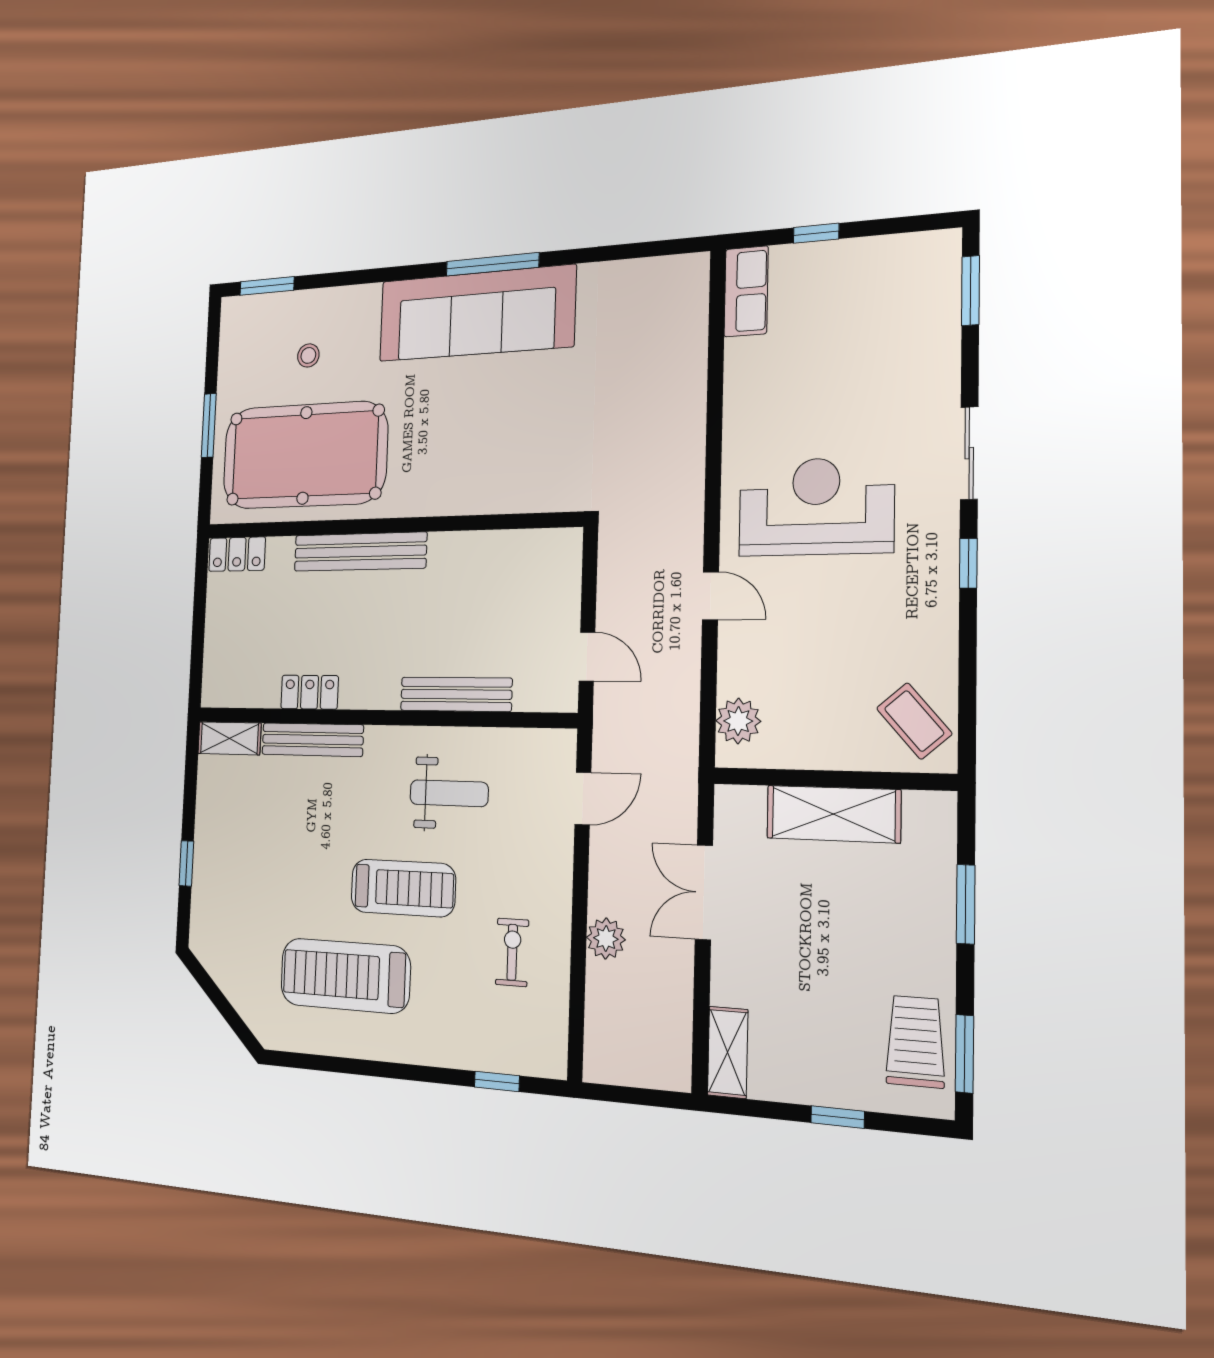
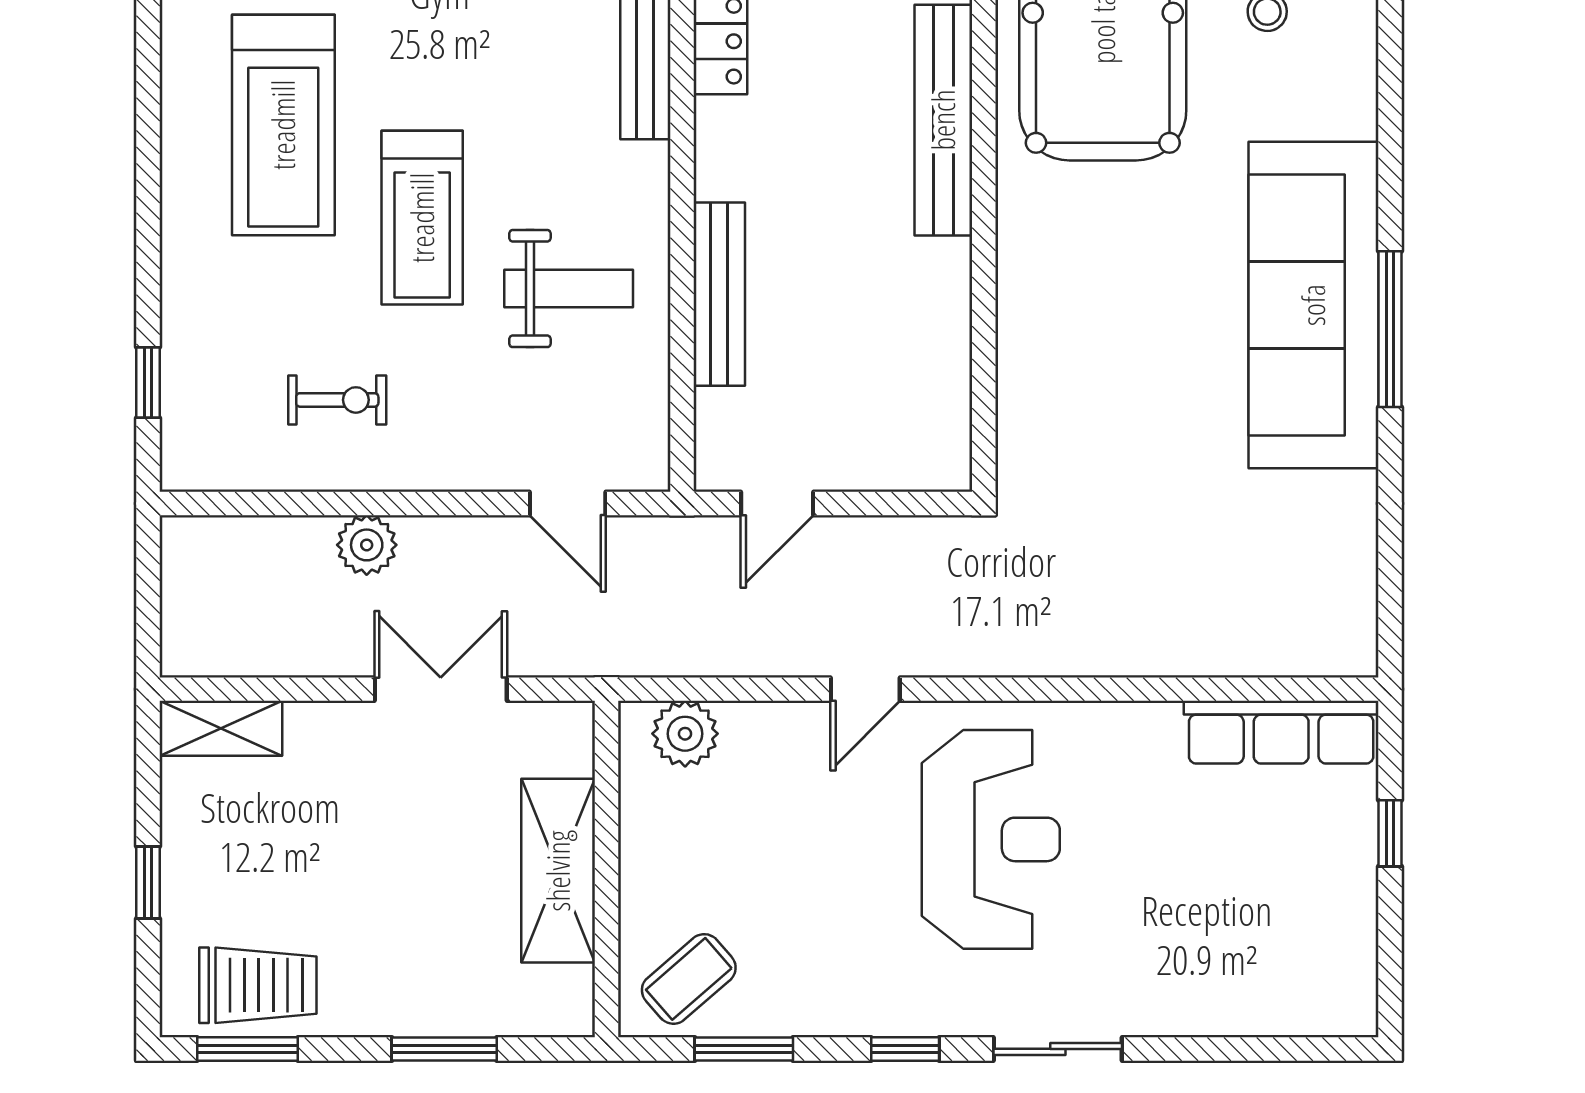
row of seats: (746, 291) -> (1281, 732), width x1.48
window: (970, 291) -> (744, 1049), moved
weight bench: (449, 793) -> (569, 289), turned -90
treadmill: (345, 976) -> (283, 125), turned 180

